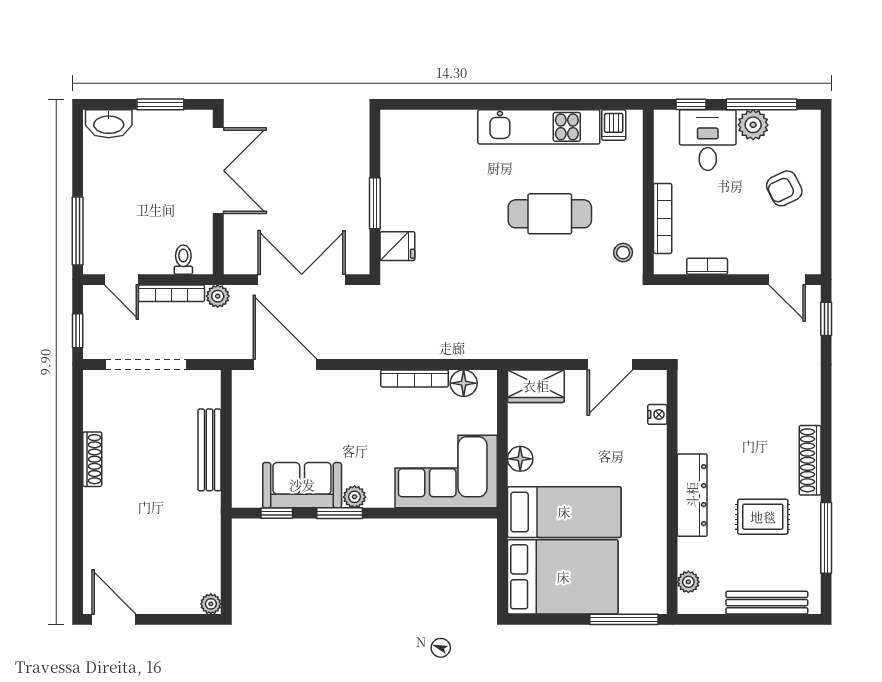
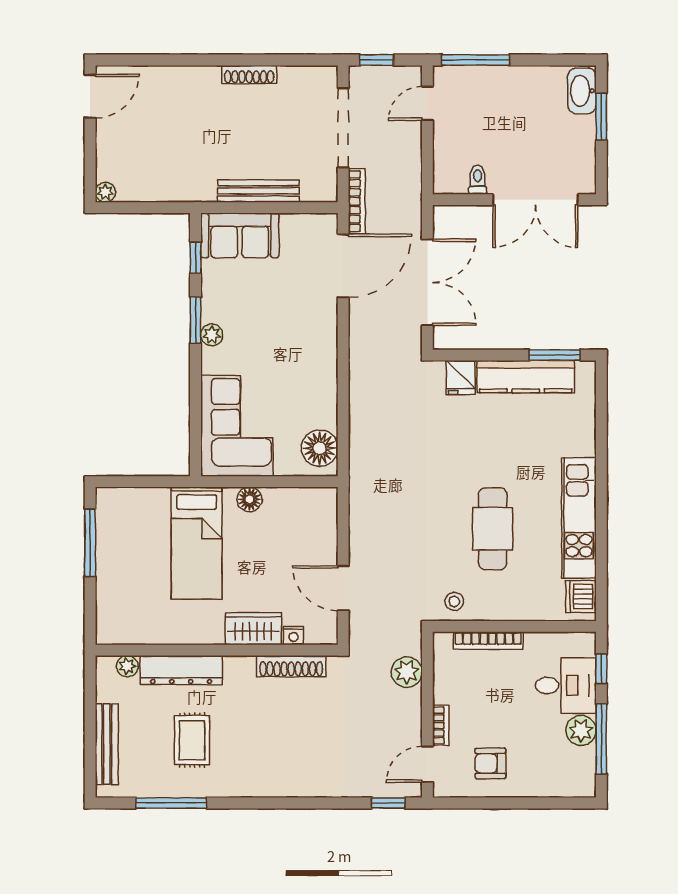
window: (160, 104) -> (601, 117), moved
dishwasher: (614, 125) -> (581, 597), width x1.38
kitchen counter: (397, 181) -> (526, 377), added
armchair: (784, 188) -> (490, 763), moved, turned -64
window: (375, 203) -> (555, 355), moved
toilet: (183, 260) -> (478, 180), moved, turned -90
bookcase: (707, 266) -> (441, 725), moved
bookcase: (171, 293) -> (357, 201), moved, turned 180
plant: (218, 296) -> (407, 672), moved, width x1.38, depth x1.38
bookcase: (415, 378) -> (329, 394), removed
floor lamp: (464, 383) -> (320, 448), width x1.38, depth x1.38
wardrobe: (536, 386) -> (253, 629), moved, turned 90
shoe rack: (810, 460) -> (291, 666), moved, turned 180
sofa: (302, 485) -> (240, 235), moved, turned 90
dresser: (692, 495) -> (181, 670), moved
bed: (563, 577) -> (132, 541), removed
window: (624, 619) -> (90, 543), moved

